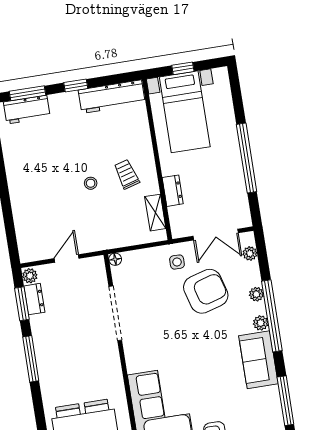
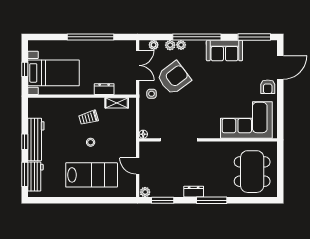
workbench: (112, 97) -> (36, 139), moved
lab bench: (42, 192) -> (92, 175), added
armchair: (206, 291) -> (174, 78), turned 69
dresser: (34, 299) -> (194, 192), moved
plant: (261, 323) -> (170, 45), moved
window: (31, 359) -> (212, 200), moved

